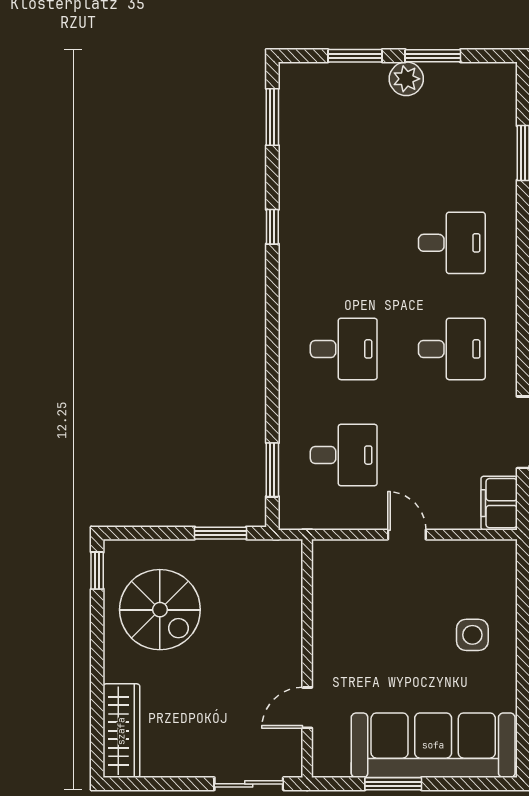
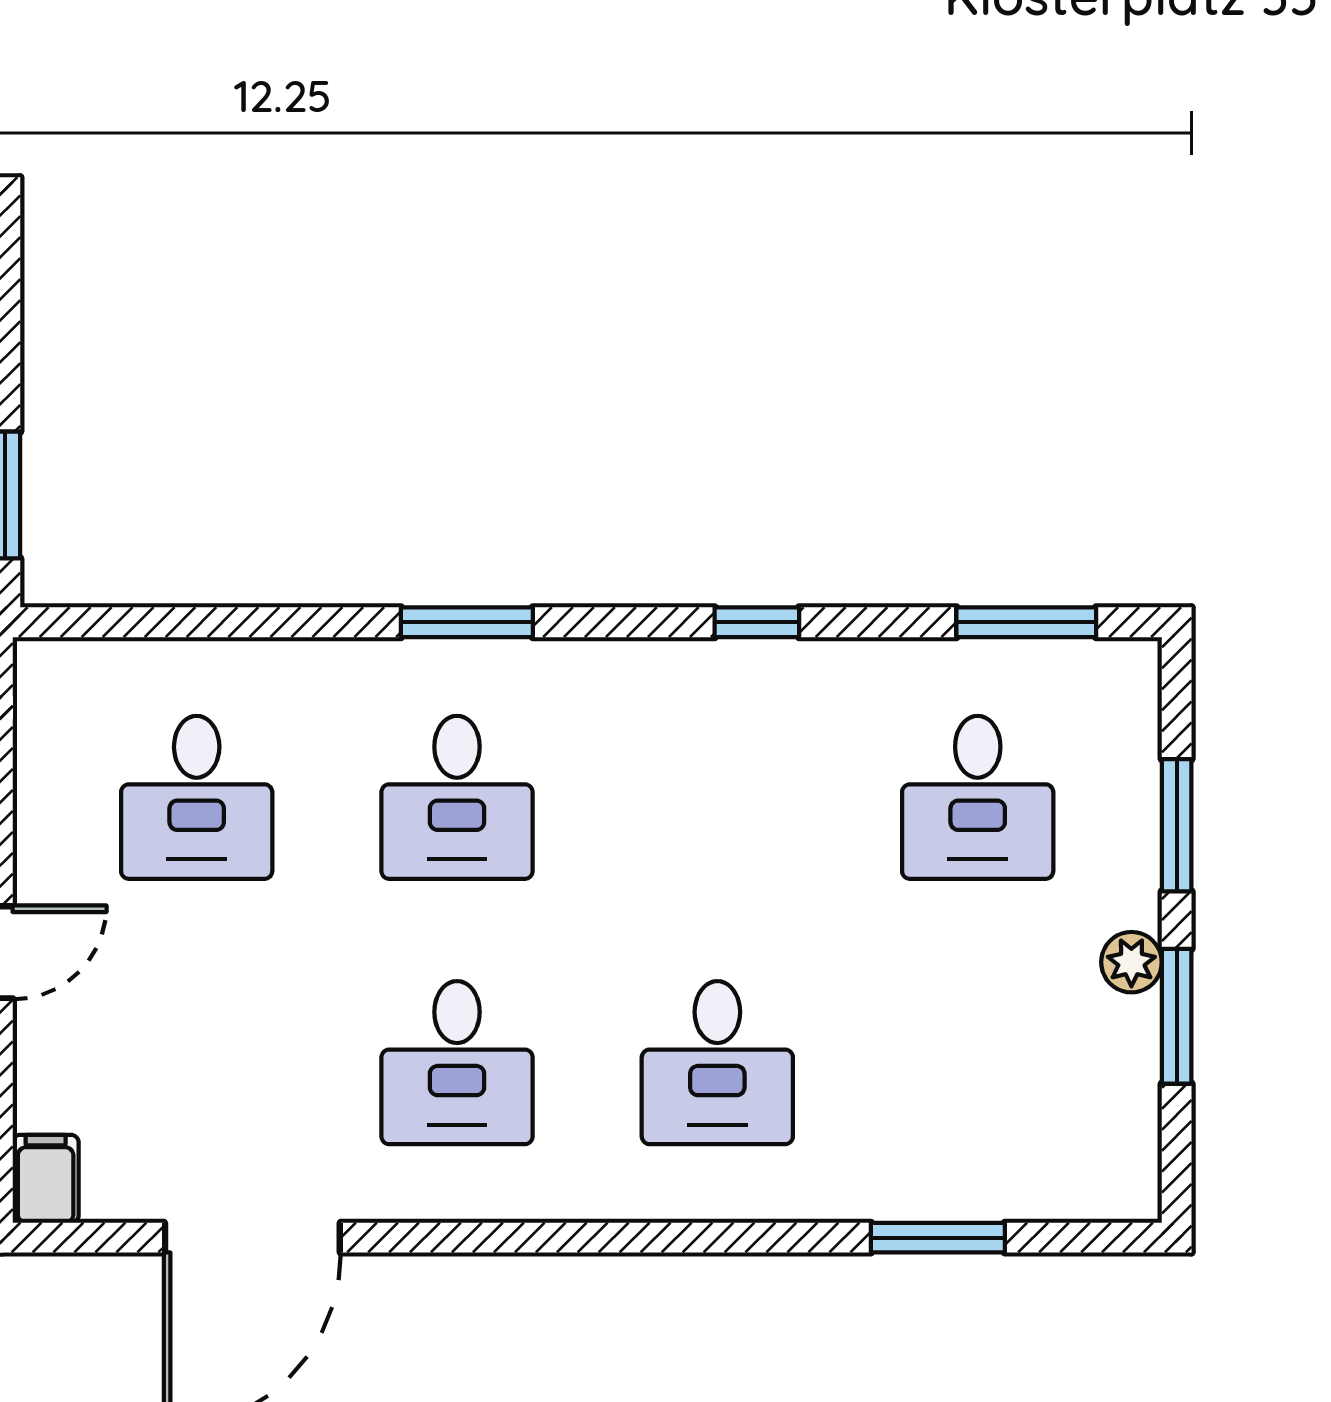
plant: (406, 79) -> (1131, 962), width x0.73, depth x0.73
desk: (344, 137) -> (978, 797), added
window: (272, 470) -> (467, 622), moved
filing cabinet: (499, 503) -> (46, 1179), width x0.50

